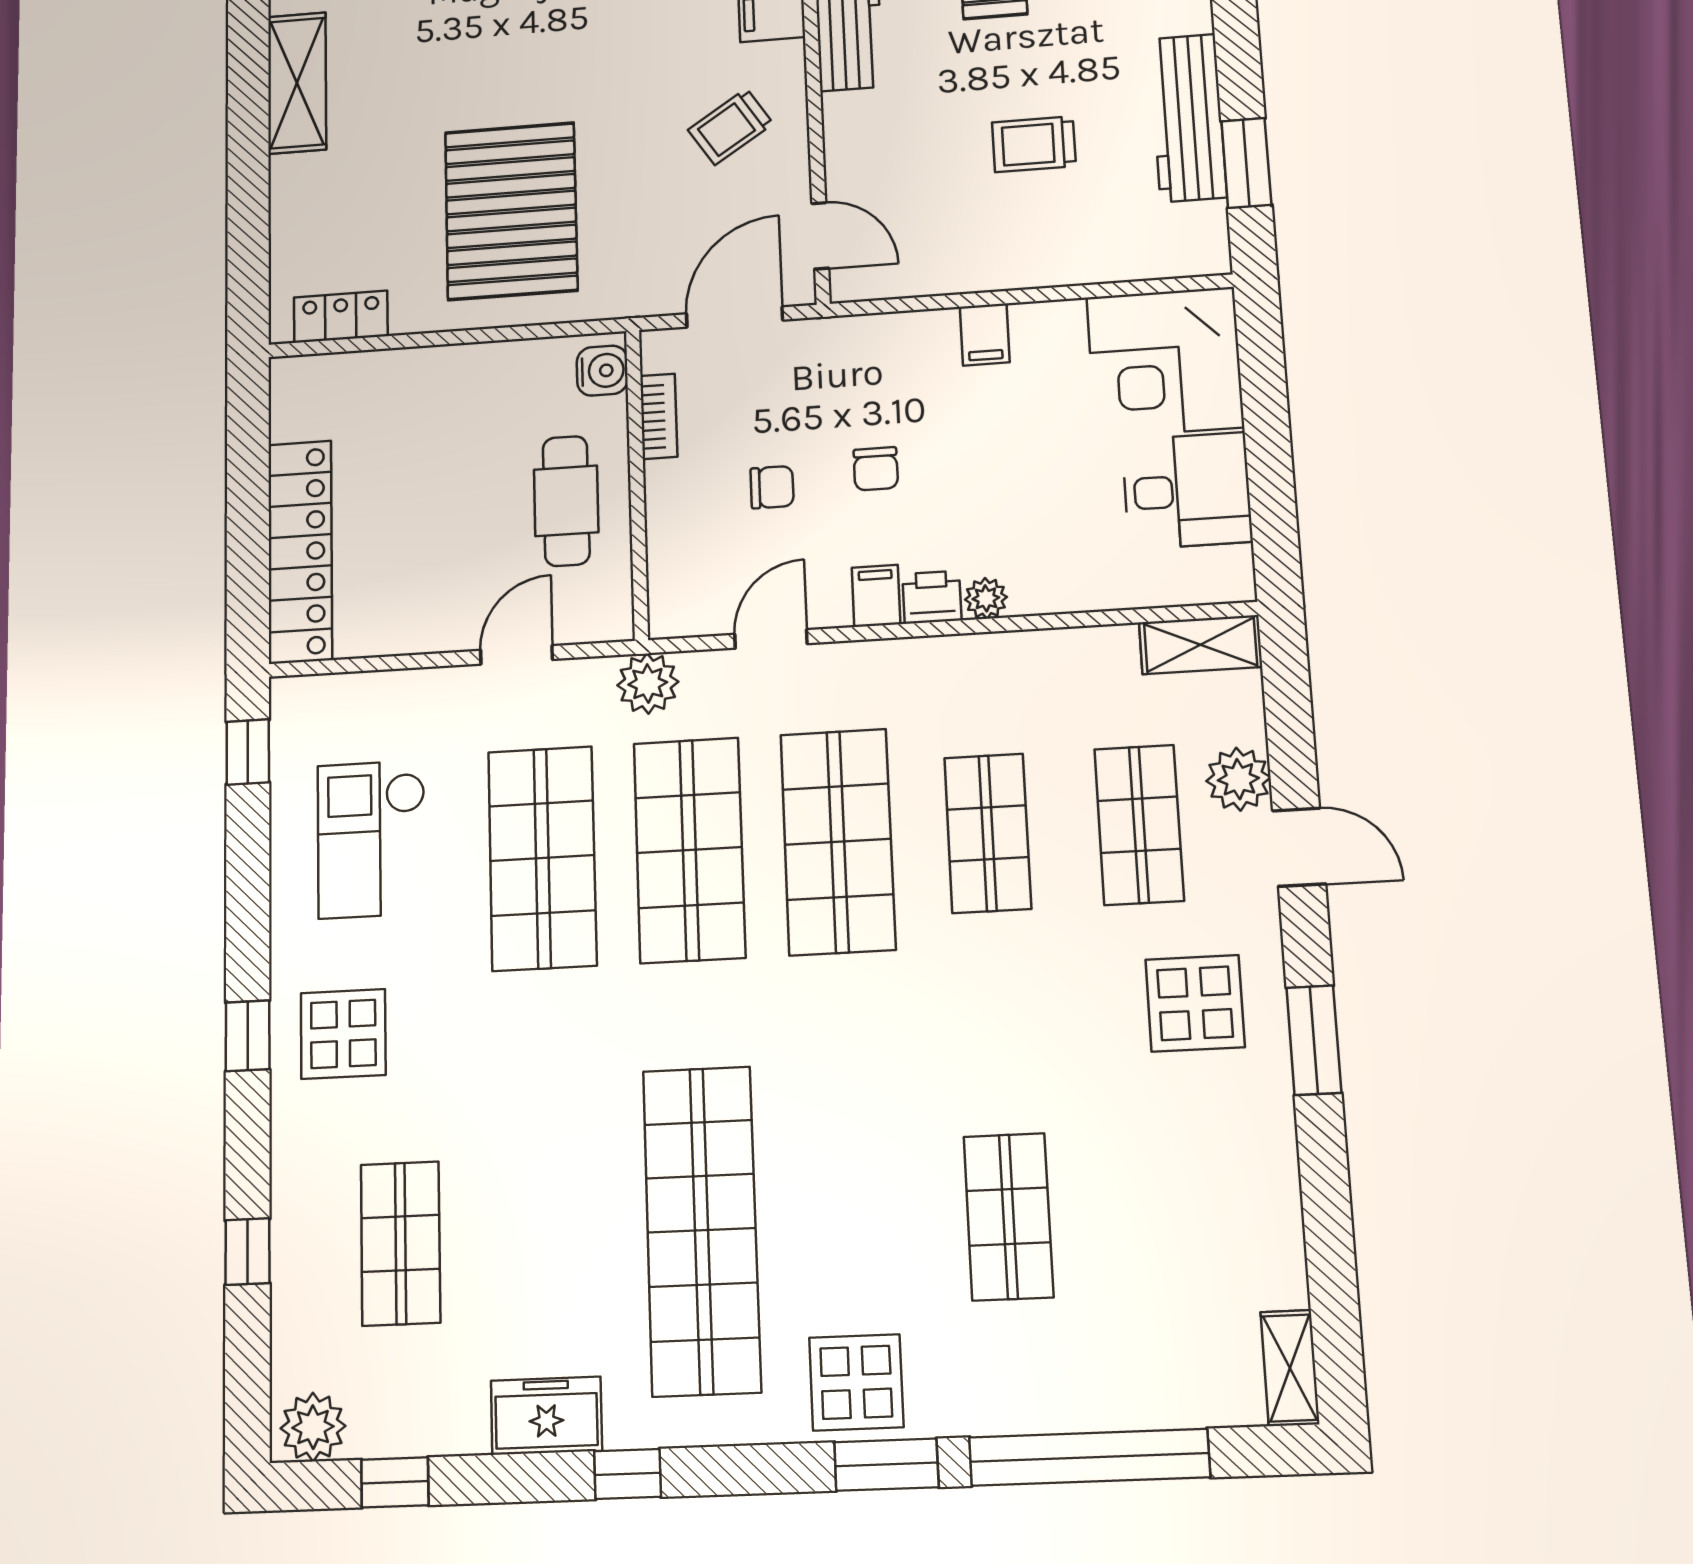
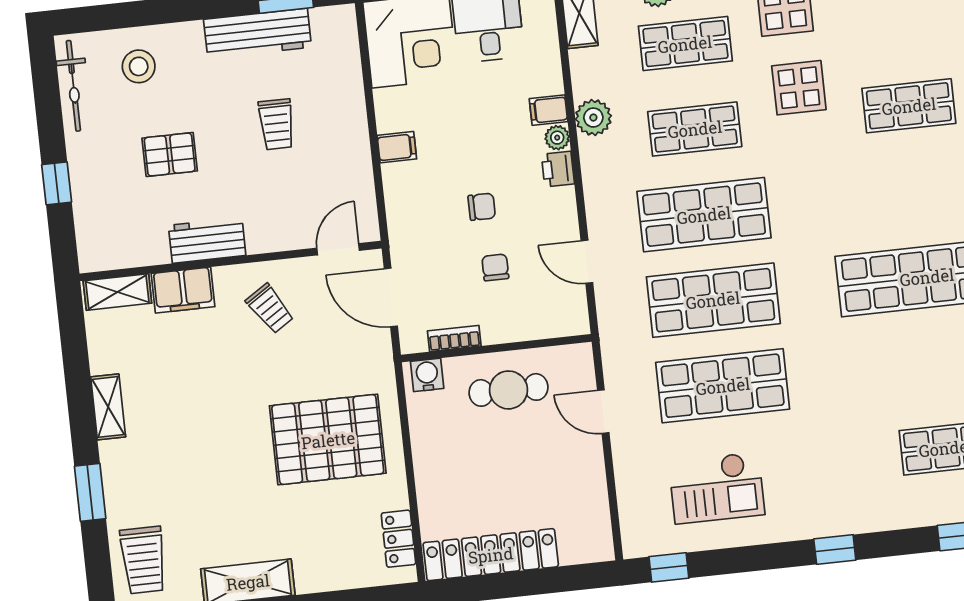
locker: (300, 552) -> (491, 555), moved
filing cabinet: (876, 596) -> (549, 110), moved
plant: (648, 683) -> (593, 118), moved
display table: (343, 1034) -> (799, 88), moved

